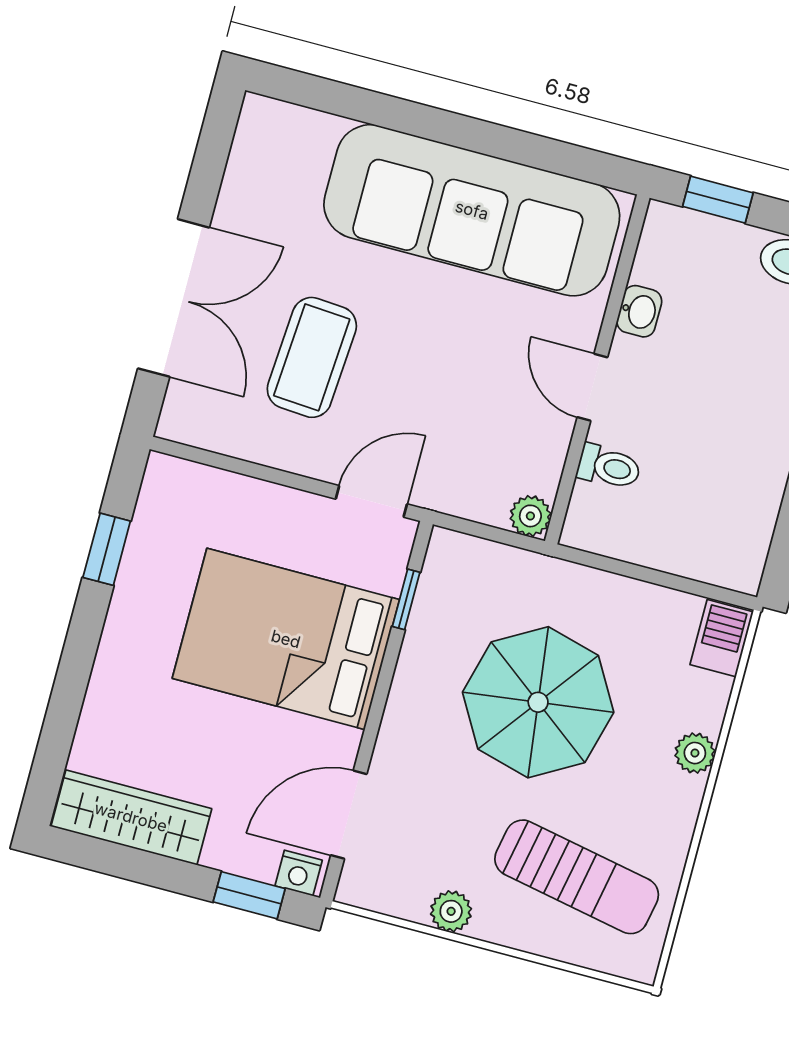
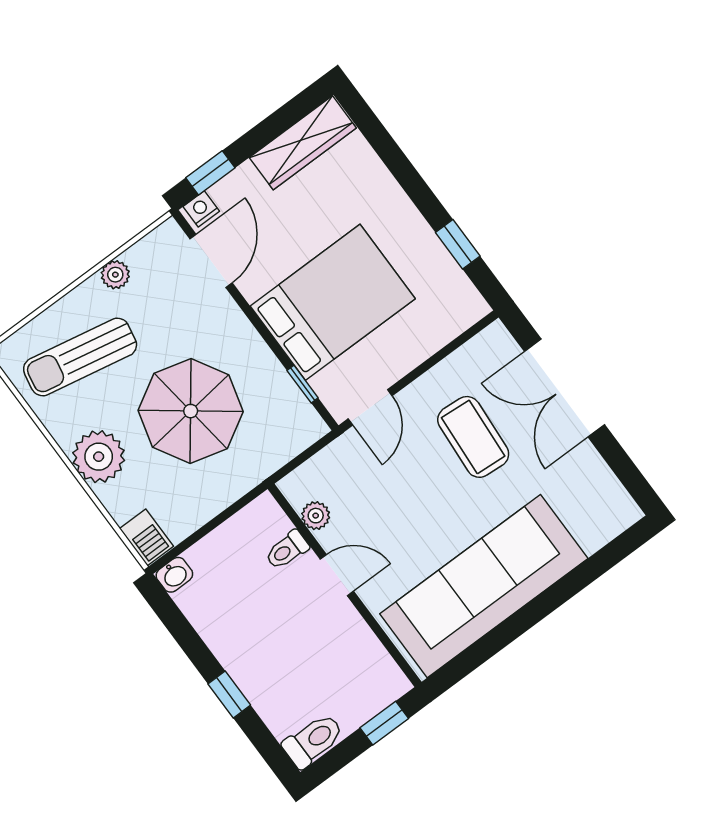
washbasin: (639, 311) -> (174, 575), moved, turned -90
plant: (530, 516) -> (316, 516), moved
plant: (695, 753) -> (99, 457), width x1.88, depth x1.88

